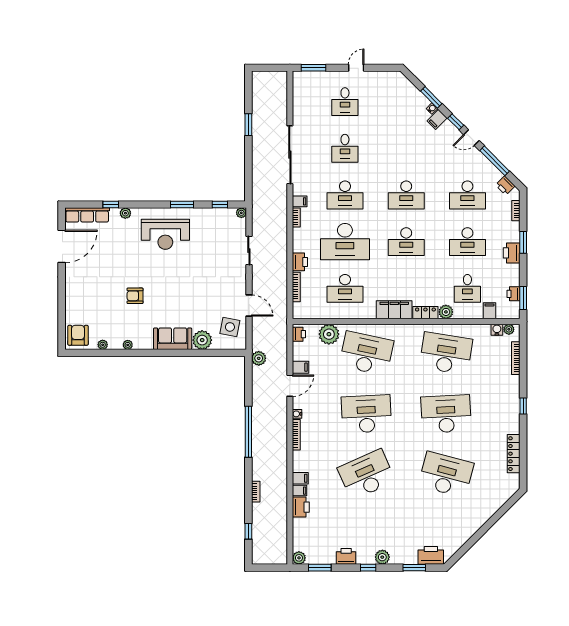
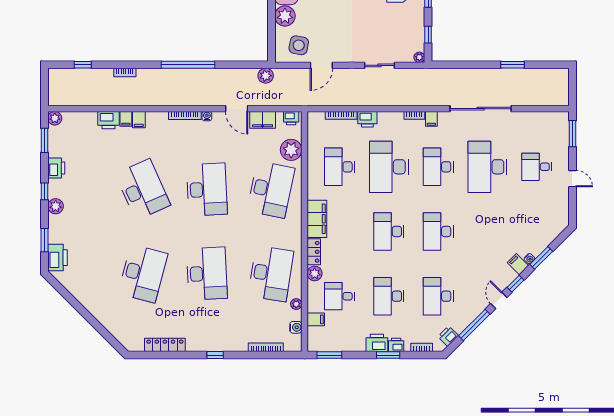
desk: (345, 148) -> (487, 167), width x1.87, depth x1.30
printer: (514, 294) -> (396, 345), moved
plant: (509, 329) -> (296, 304), moved
filing cabinet: (300, 367) -> (263, 120), width x2.00

